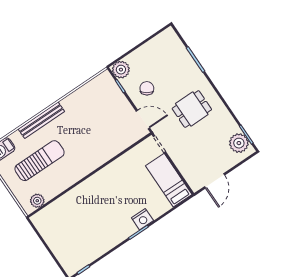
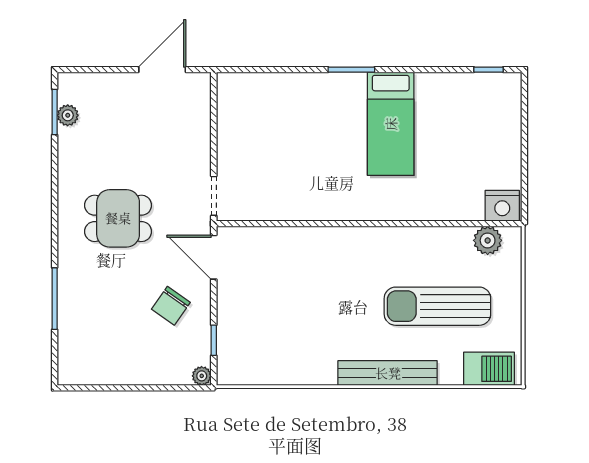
plant: (121, 70) -> (202, 376), width x0.53, depth x0.53
plant: (239, 143) -> (68, 115), width x0.53, depth x0.53
bed: (169, 180) -> (391, 124), moved
nightstand: (142, 219) -> (502, 206), moved, turned 180

